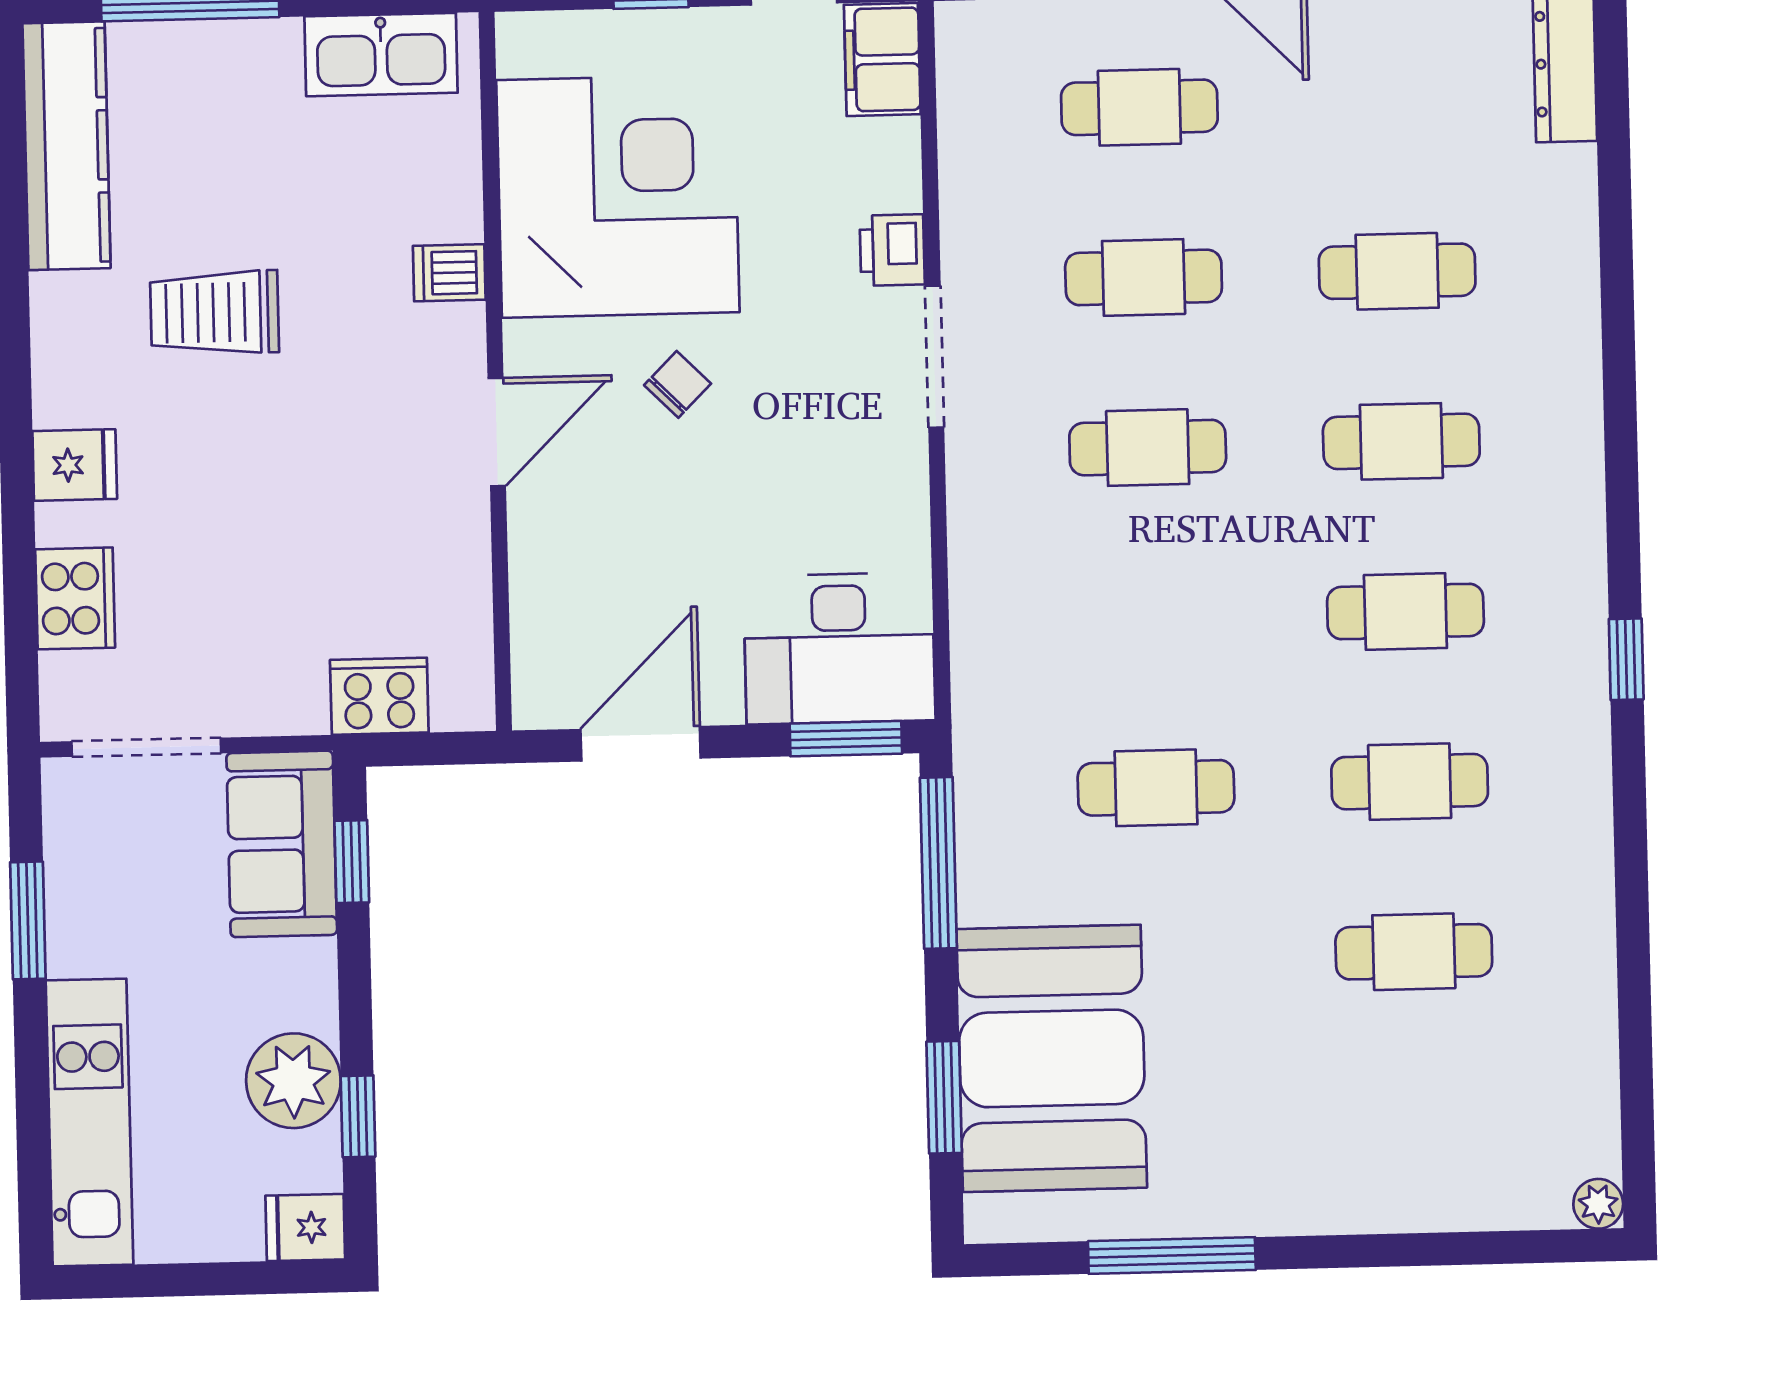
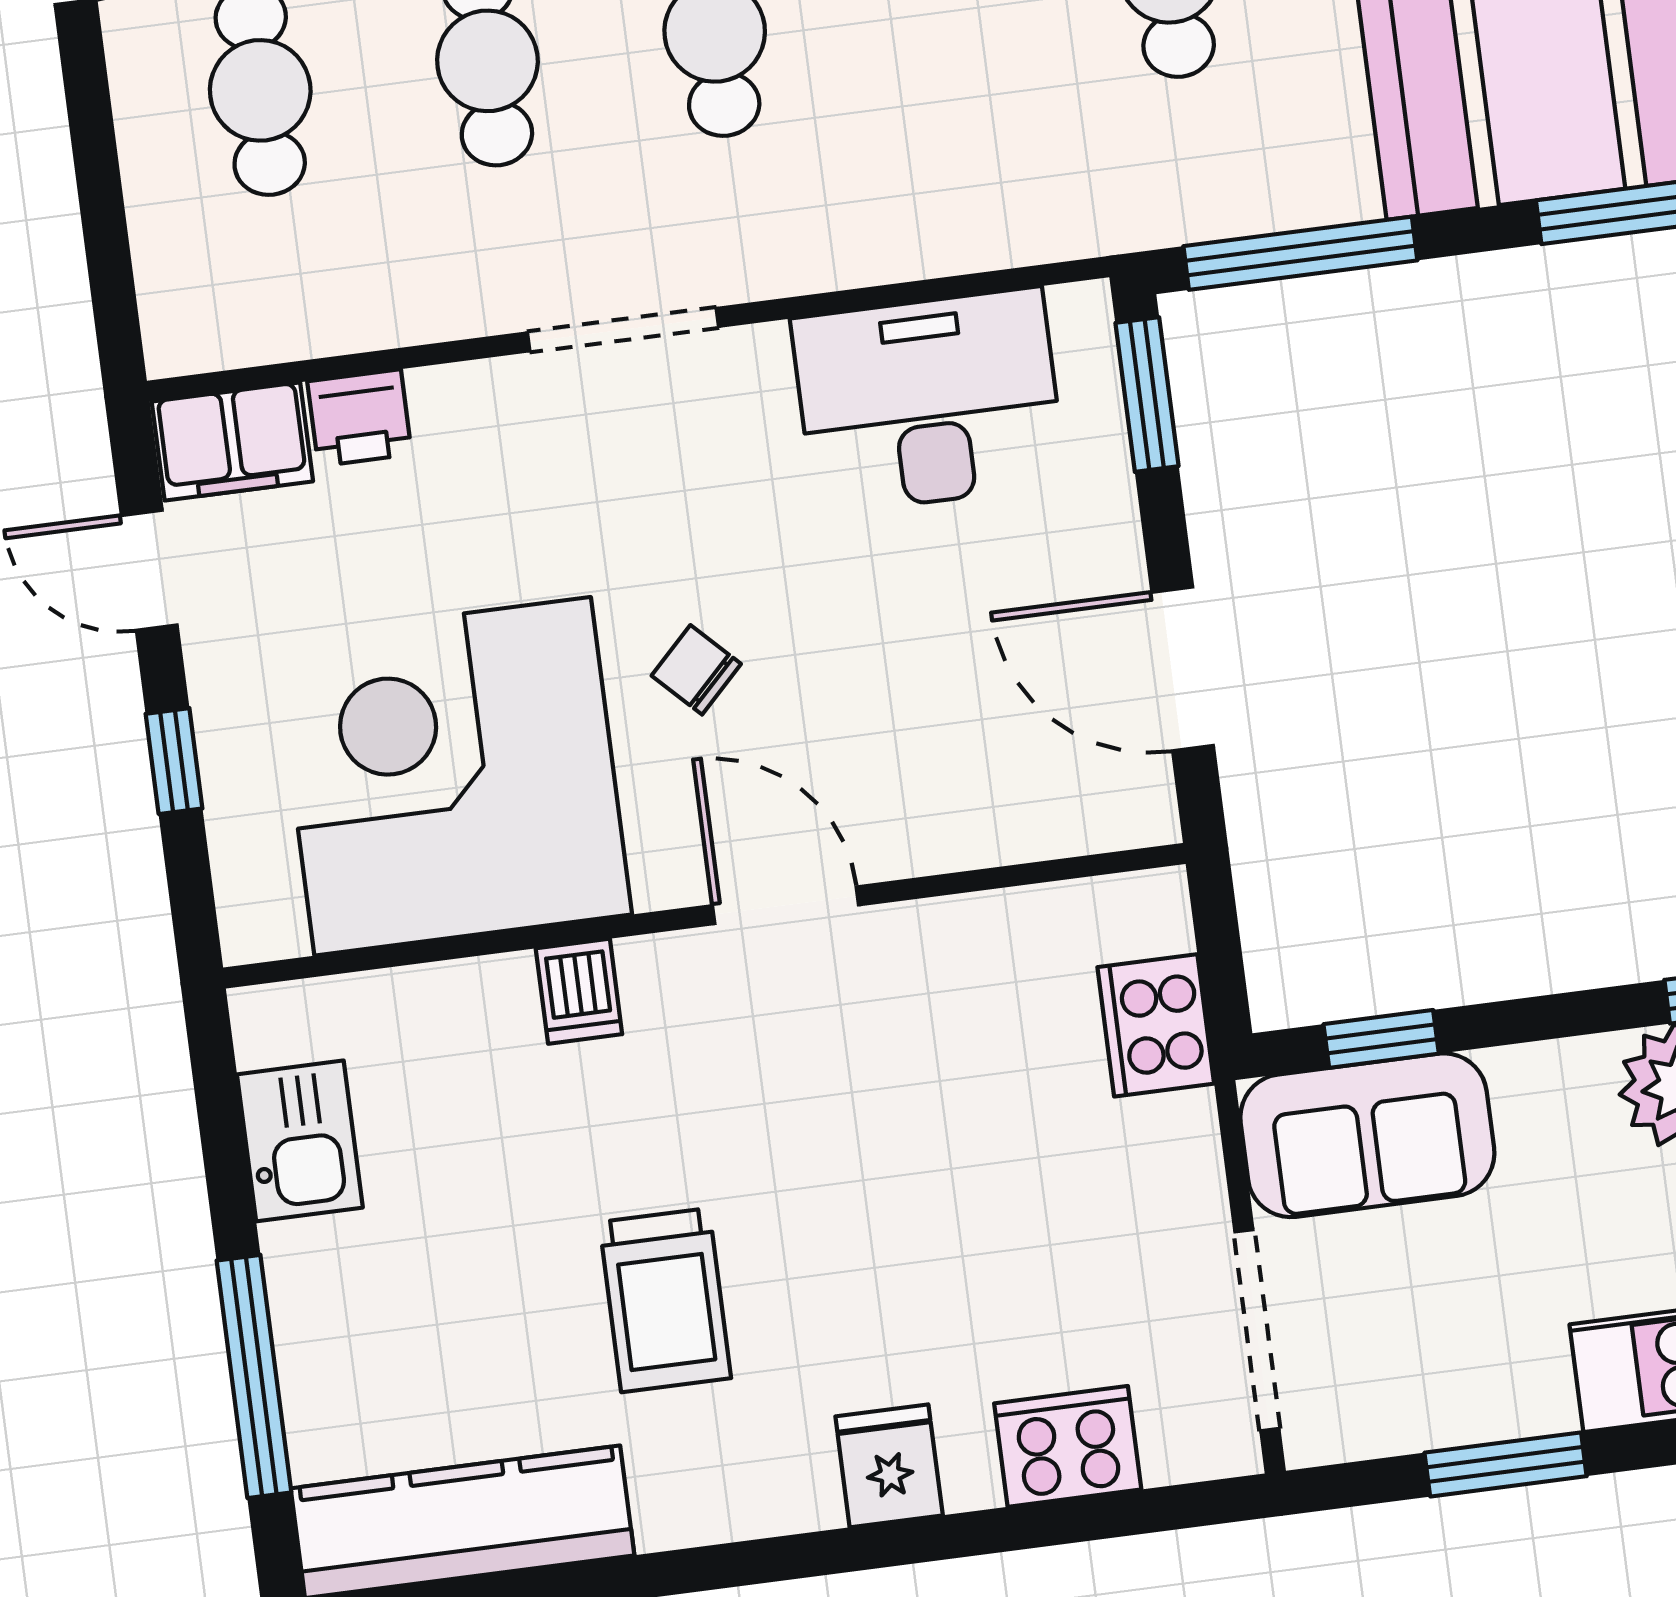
kitchen sink: (381, 55) -> (300, 1141), width x0.73
printer: (892, 250) -> (360, 418), moved
desk: (839, 648) -> (929, 401), moved, turned -90

